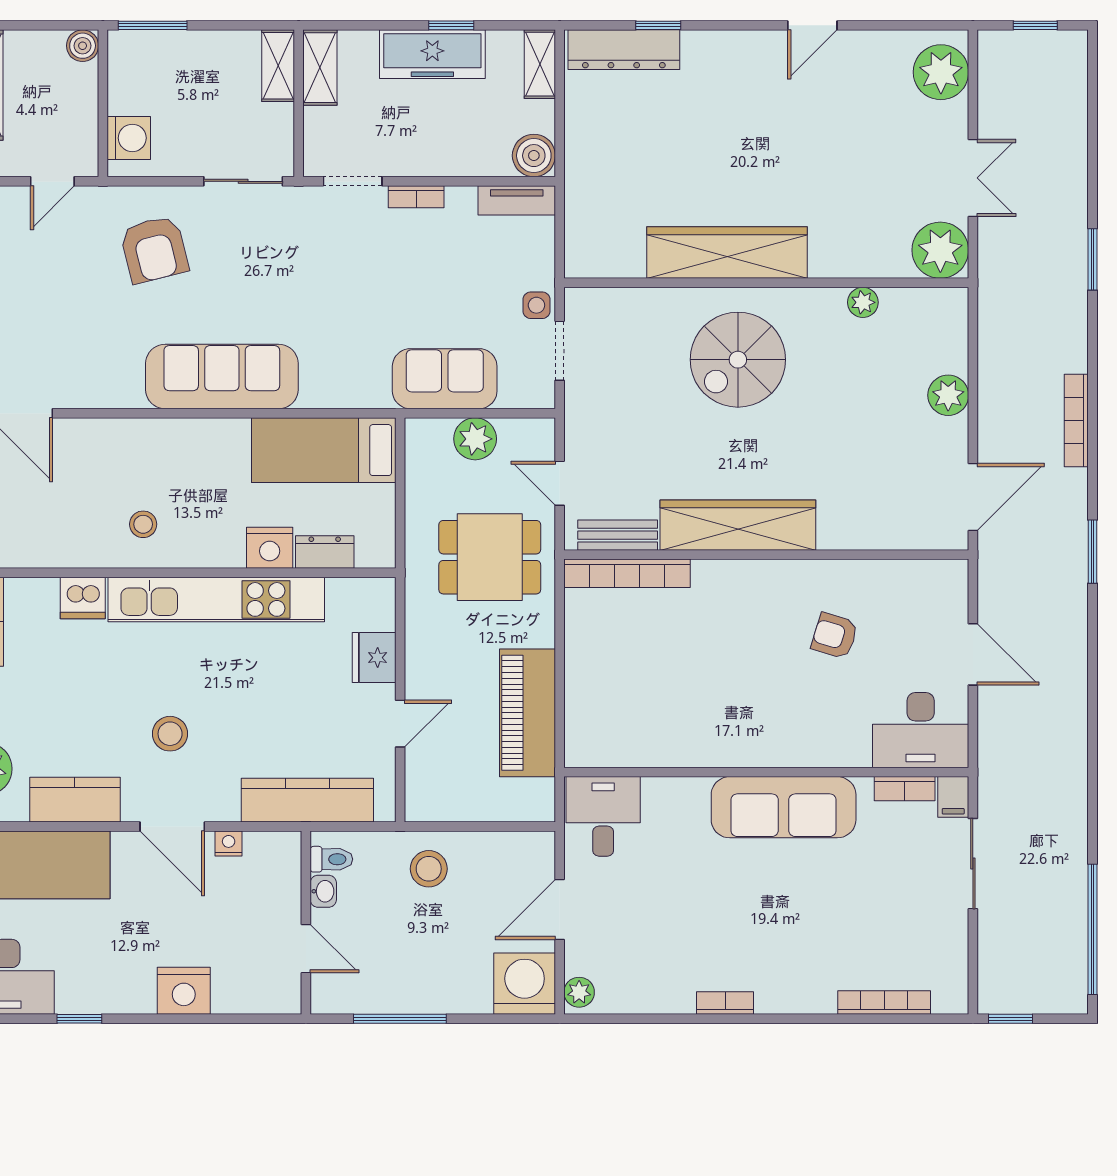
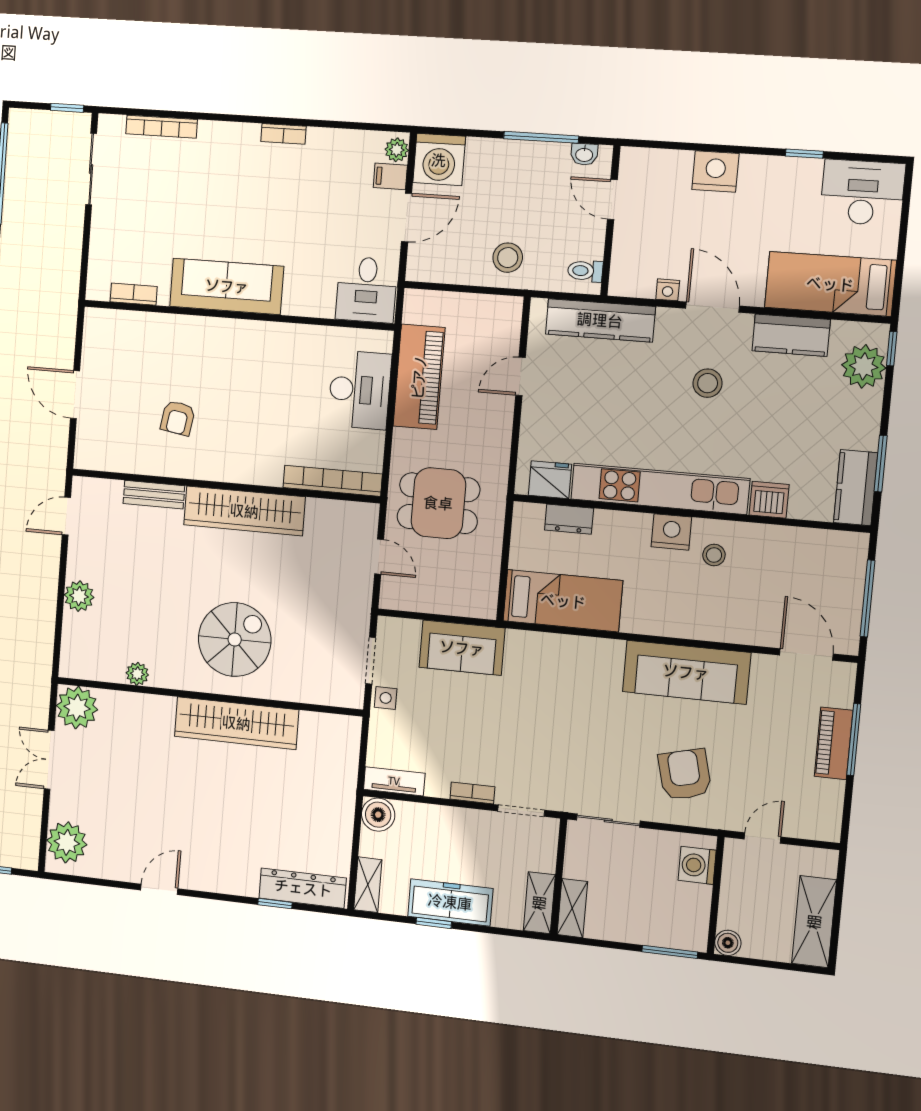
sofa: (222, 377) -> (686, 672), moved
plant: (475, 439) -> (442, 598), removed
door: (973, 497) -> (66, 516), width x0.73
bench: (618, 535) -> (154, 495), moved
nightstand: (270, 548) -> (671, 532), moved
armchair: (835, 636) -> (178, 418), turned 82
fridge: (374, 658) -> (550, 480), moved, turned -90
desk: (921, 730) -> (360, 390), moved, turned 90
filing cabinet: (953, 797) -> (390, 176), moved, turned -90
sliding door: (973, 864) -> (91, 169), moved
washbasin: (323, 891) -> (584, 154), moved, turned -90

